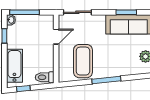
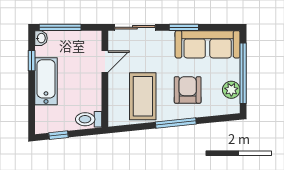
window: (126, 12) -> (184, 27), moved
armchair: (115, 57) -> (188, 90), added
bathtub: (14, 66) -> (46, 81), moved

